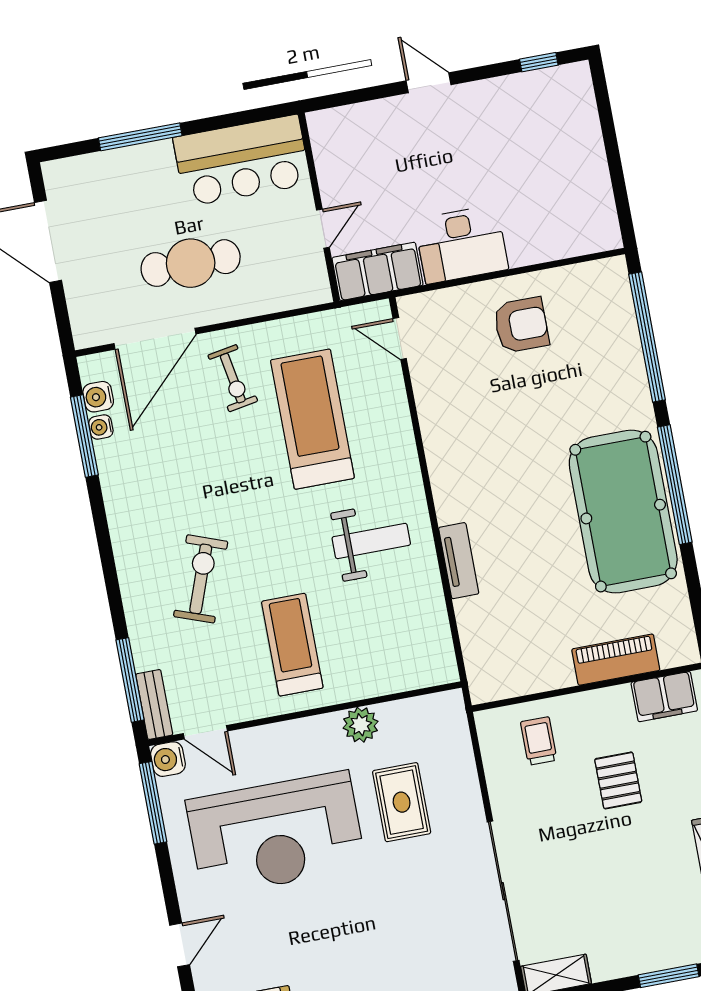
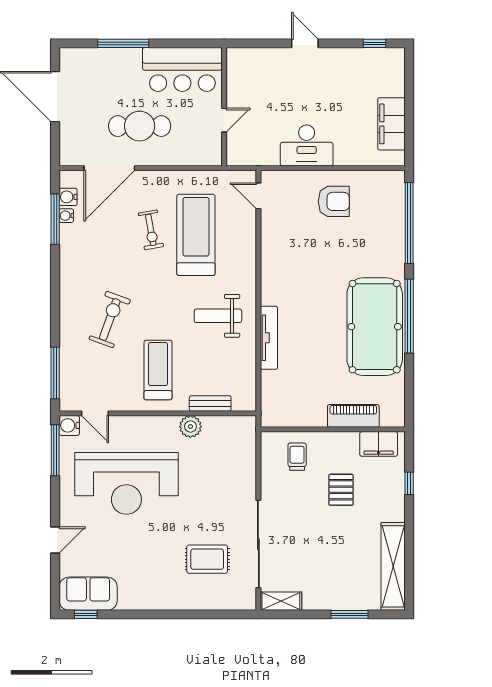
filing cabinet: (378, 271) -> (391, 124), moved, turned -90
exercise bike: (233, 378) -> (151, 230), moved
weight bench: (371, 541) -> (218, 316), turned 180
tv unit: (459, 561) -> (269, 338), width x1.41
bench: (154, 704) -> (210, 403), moved, turned 90
rug: (402, 802) -> (207, 559), moved, turned 90

